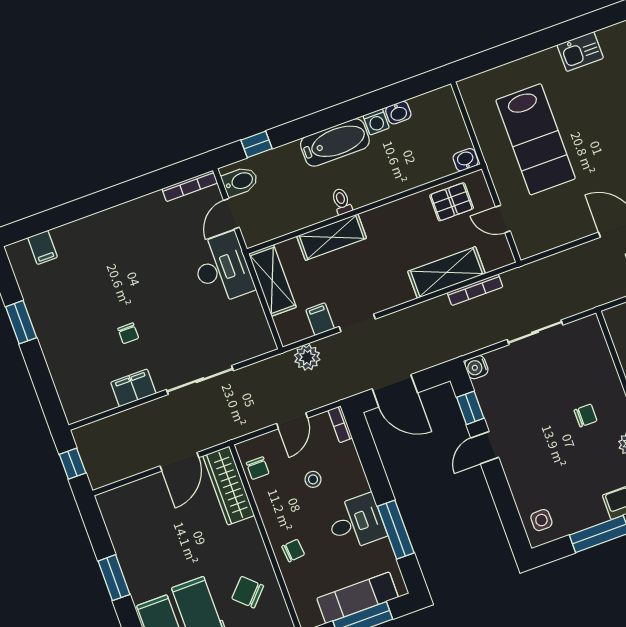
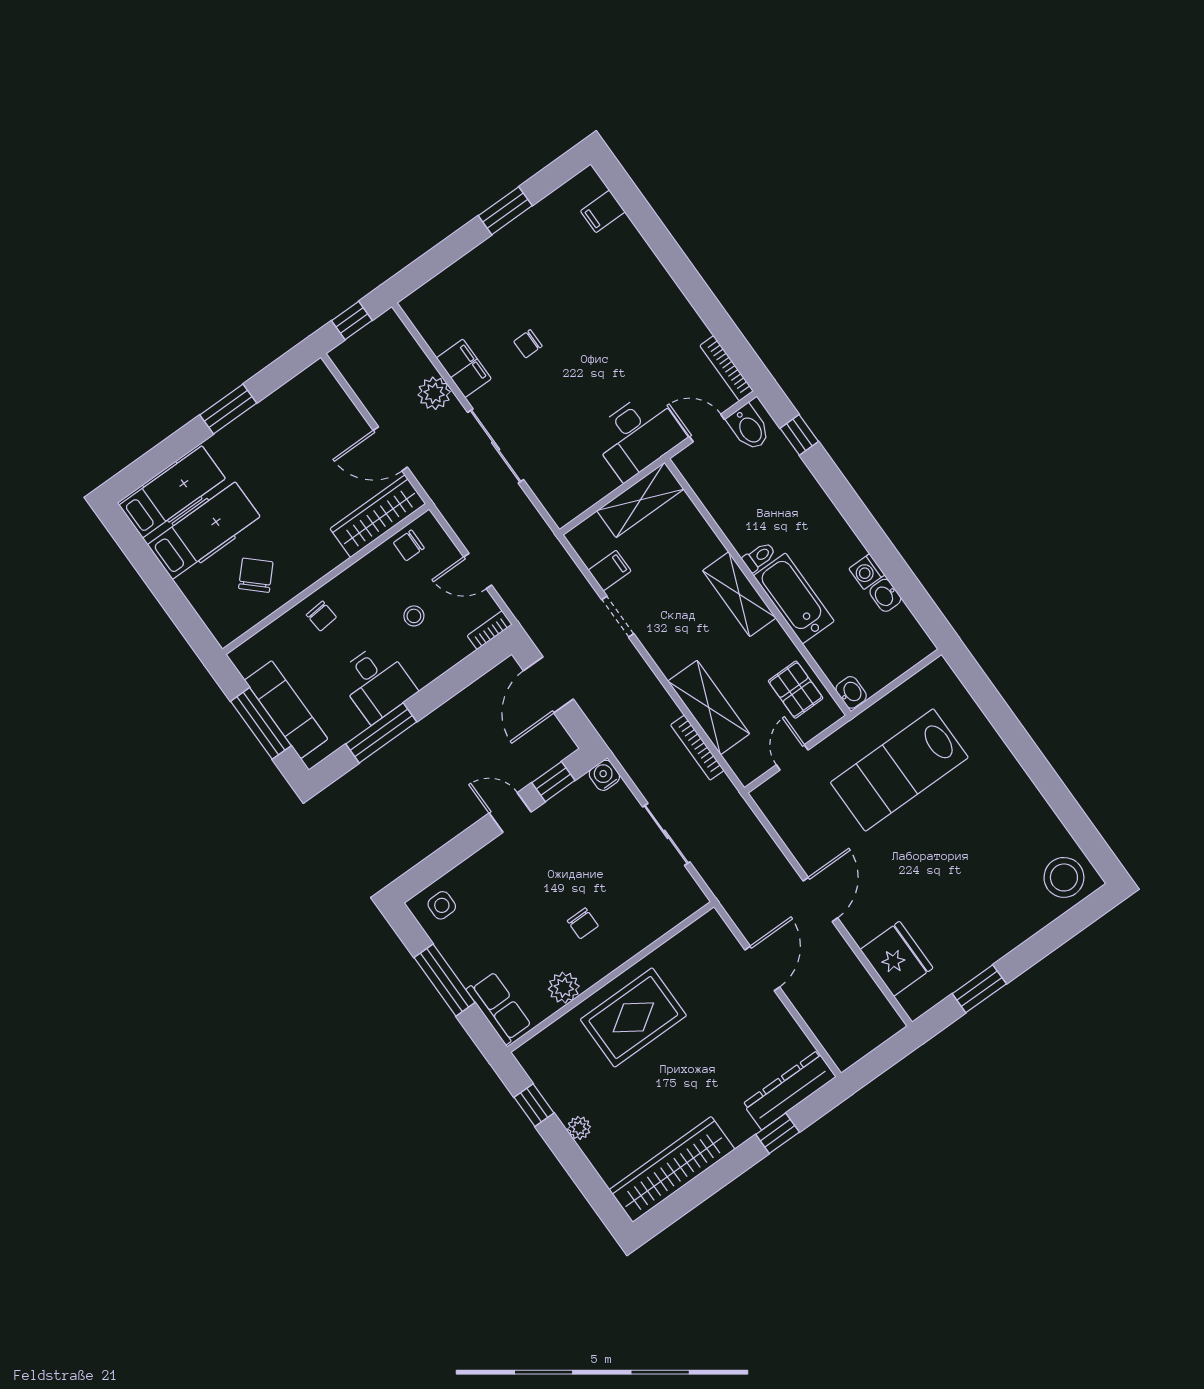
kitchen sink: (580, 52) -> (1020, 794), removed
bathtub: (335, 142) -> (794, 598), moved, turned 180
shelving: (332, 237) -> (739, 594), moved
plant: (307, 357) -> (434, 393), moved

